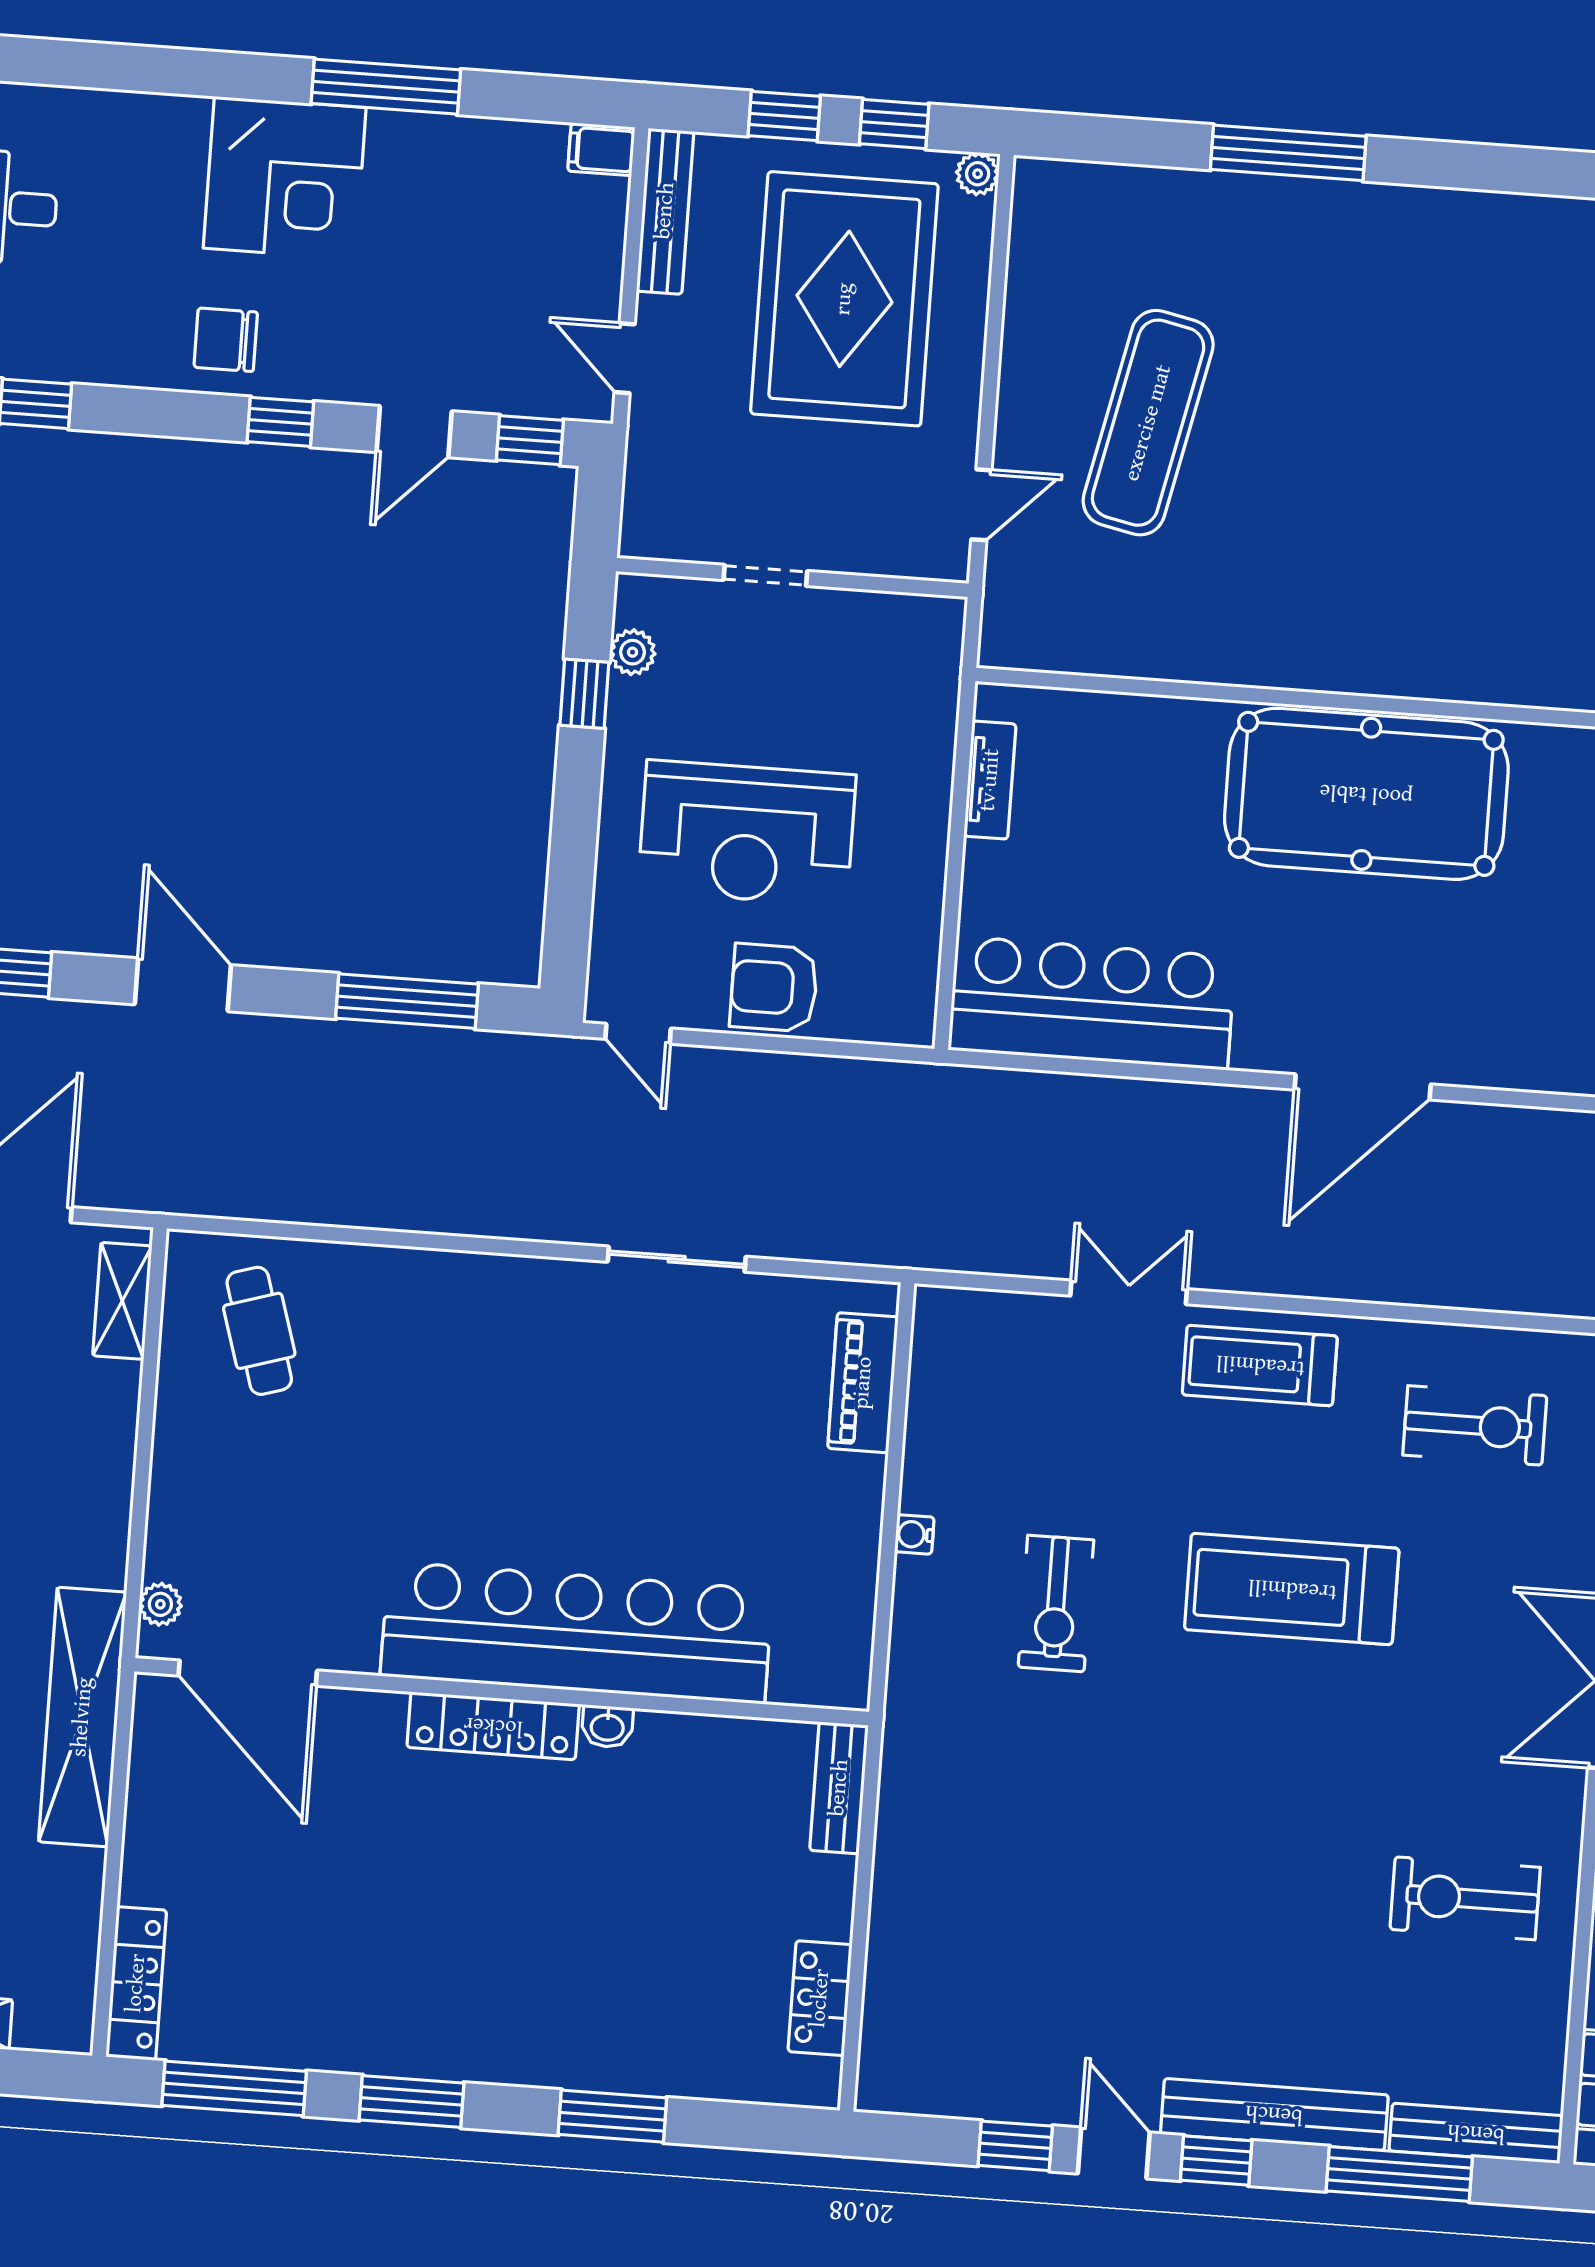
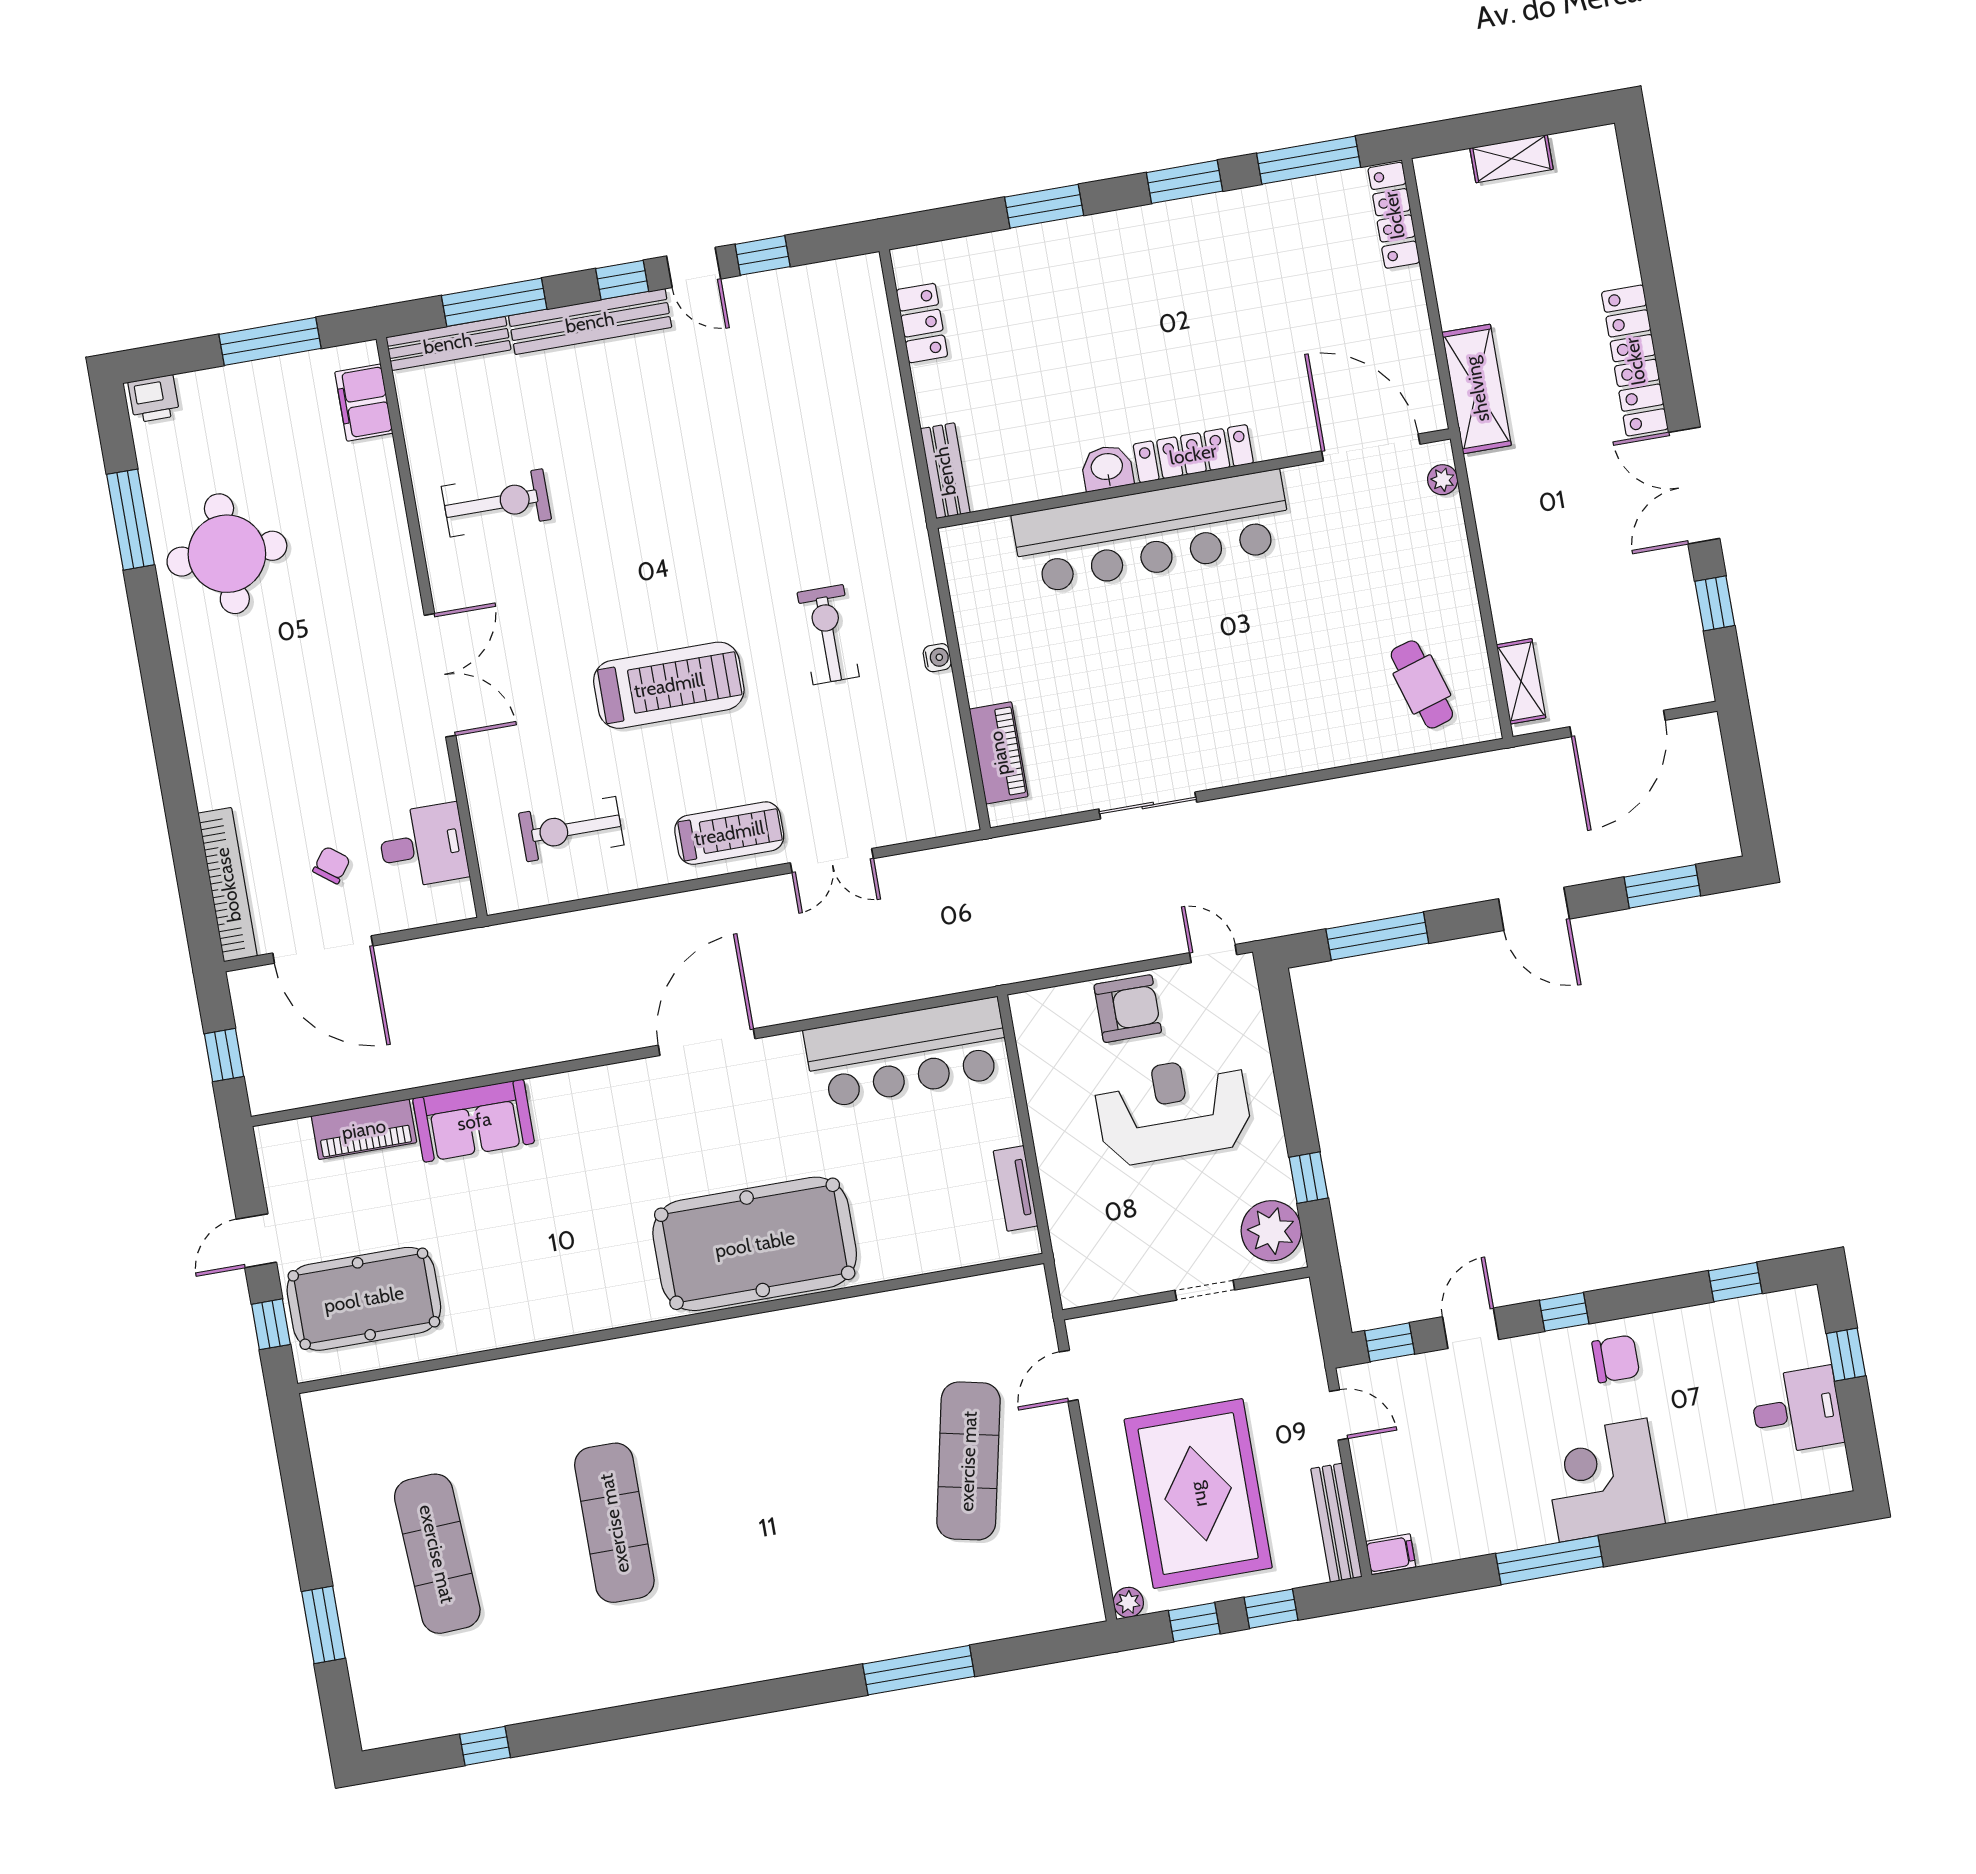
plant: (633, 652) -> (1271, 1231), width x1.88, depth x1.88
shelving: (82, 1717) -> (1477, 389), width x0.68
washbasin: (607, 1726) -> (1107, 468), width x1.38, depth x1.45

